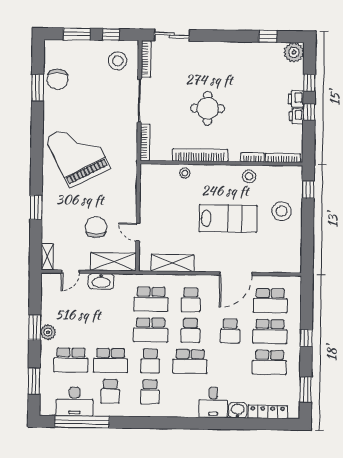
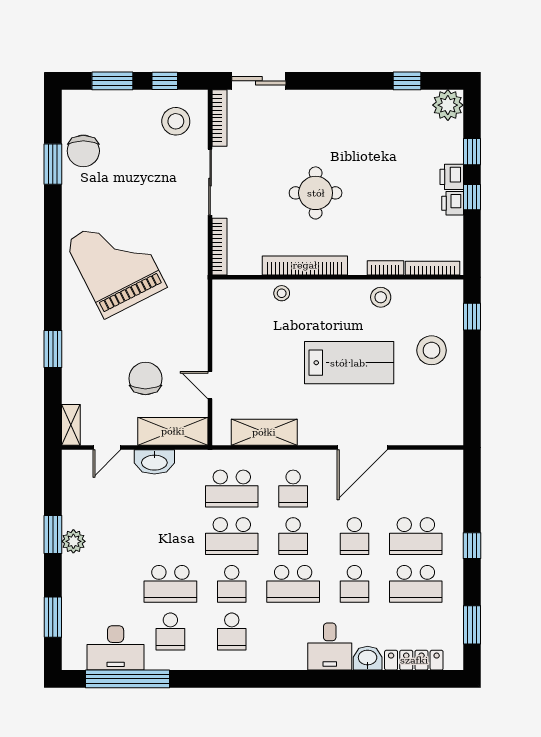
school desk: (270, 301) -> (354, 584), moved, width x0.54
school desk: (71, 360) -> (109, 584), removed

